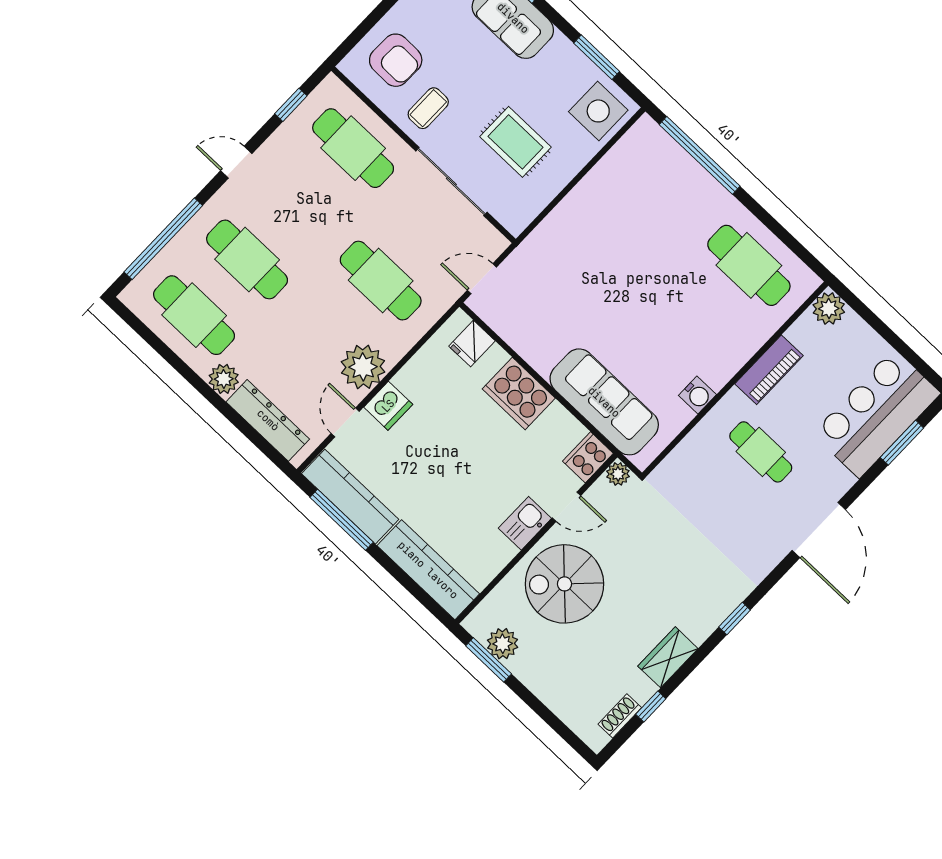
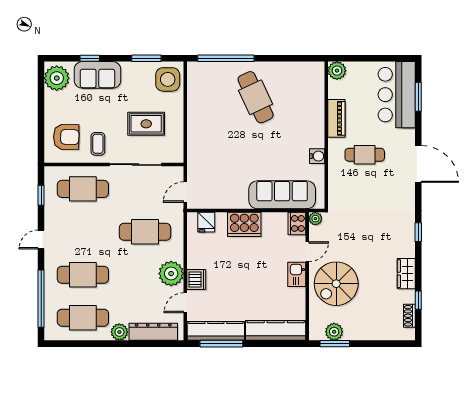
cafe table: (749, 265) -> (256, 97), moved, turned 65
door: (345, 422) -> (185, 303), hinge flipped

